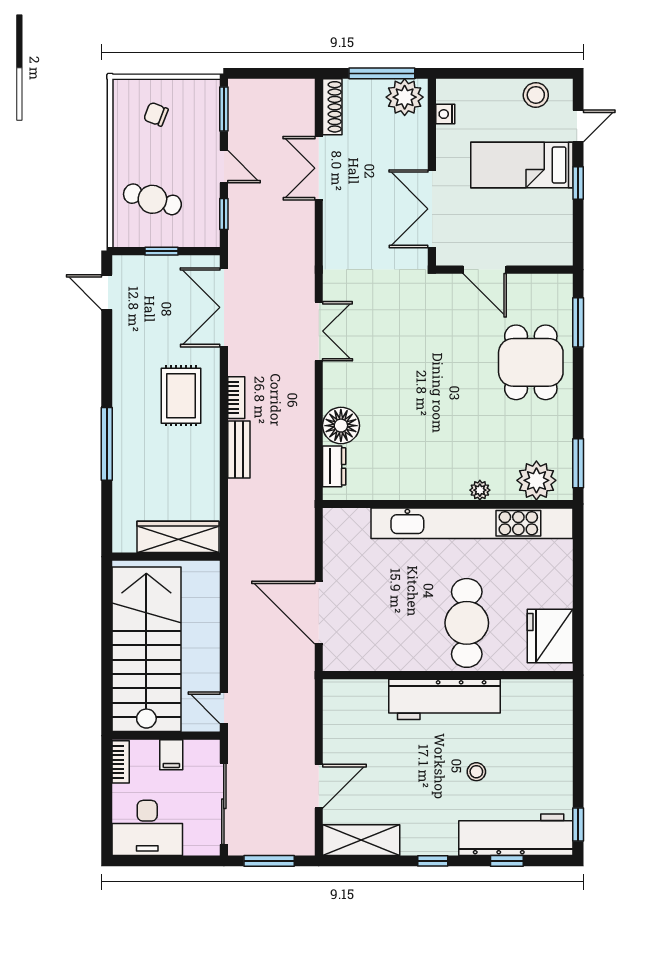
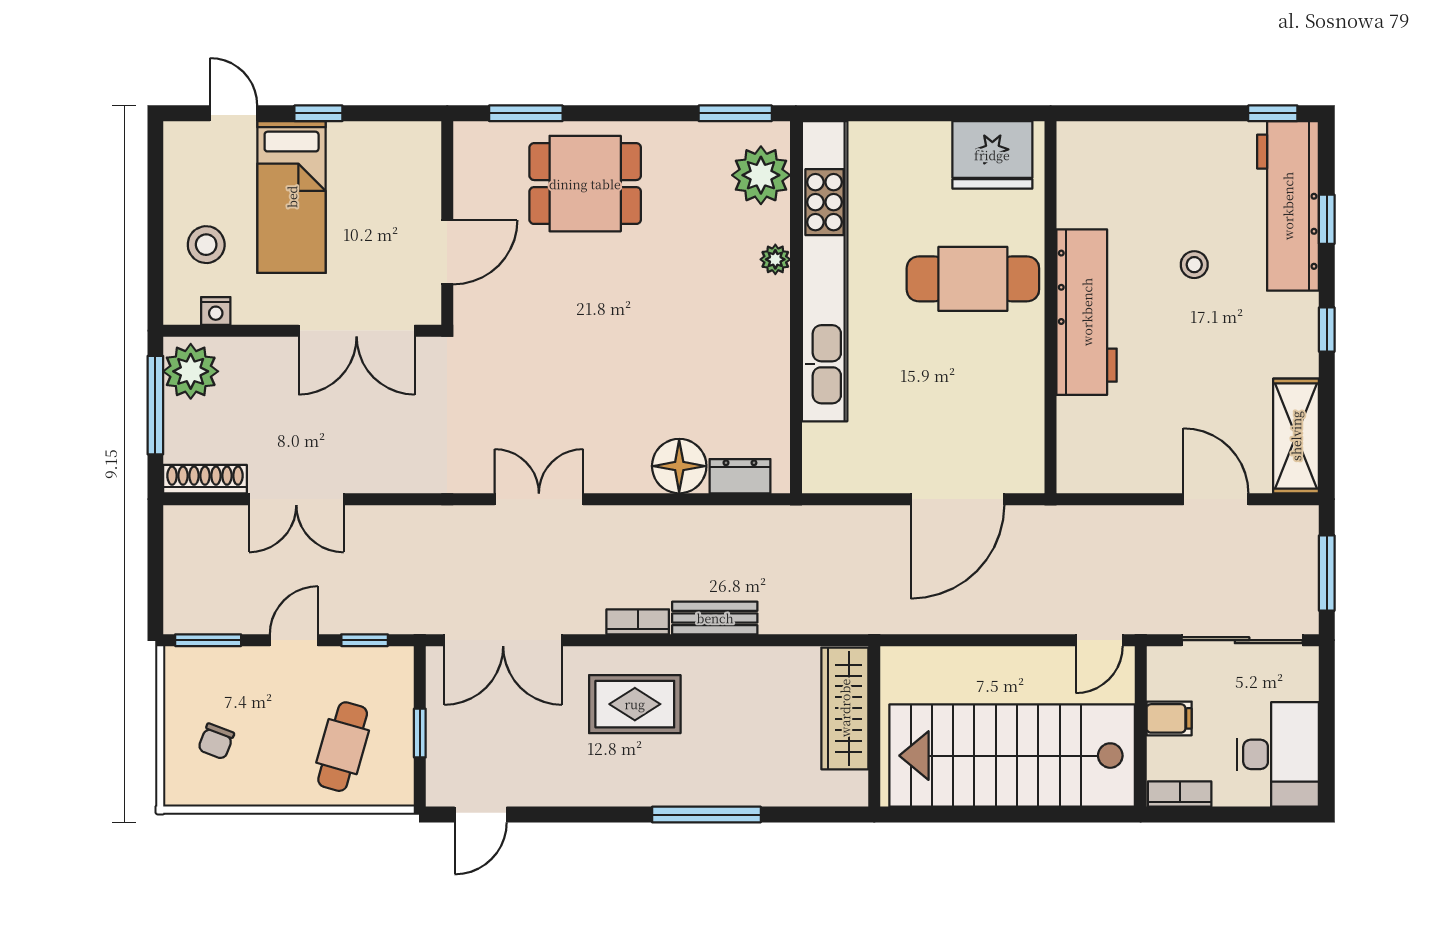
stool: (536, 95) -> (206, 245), moved

